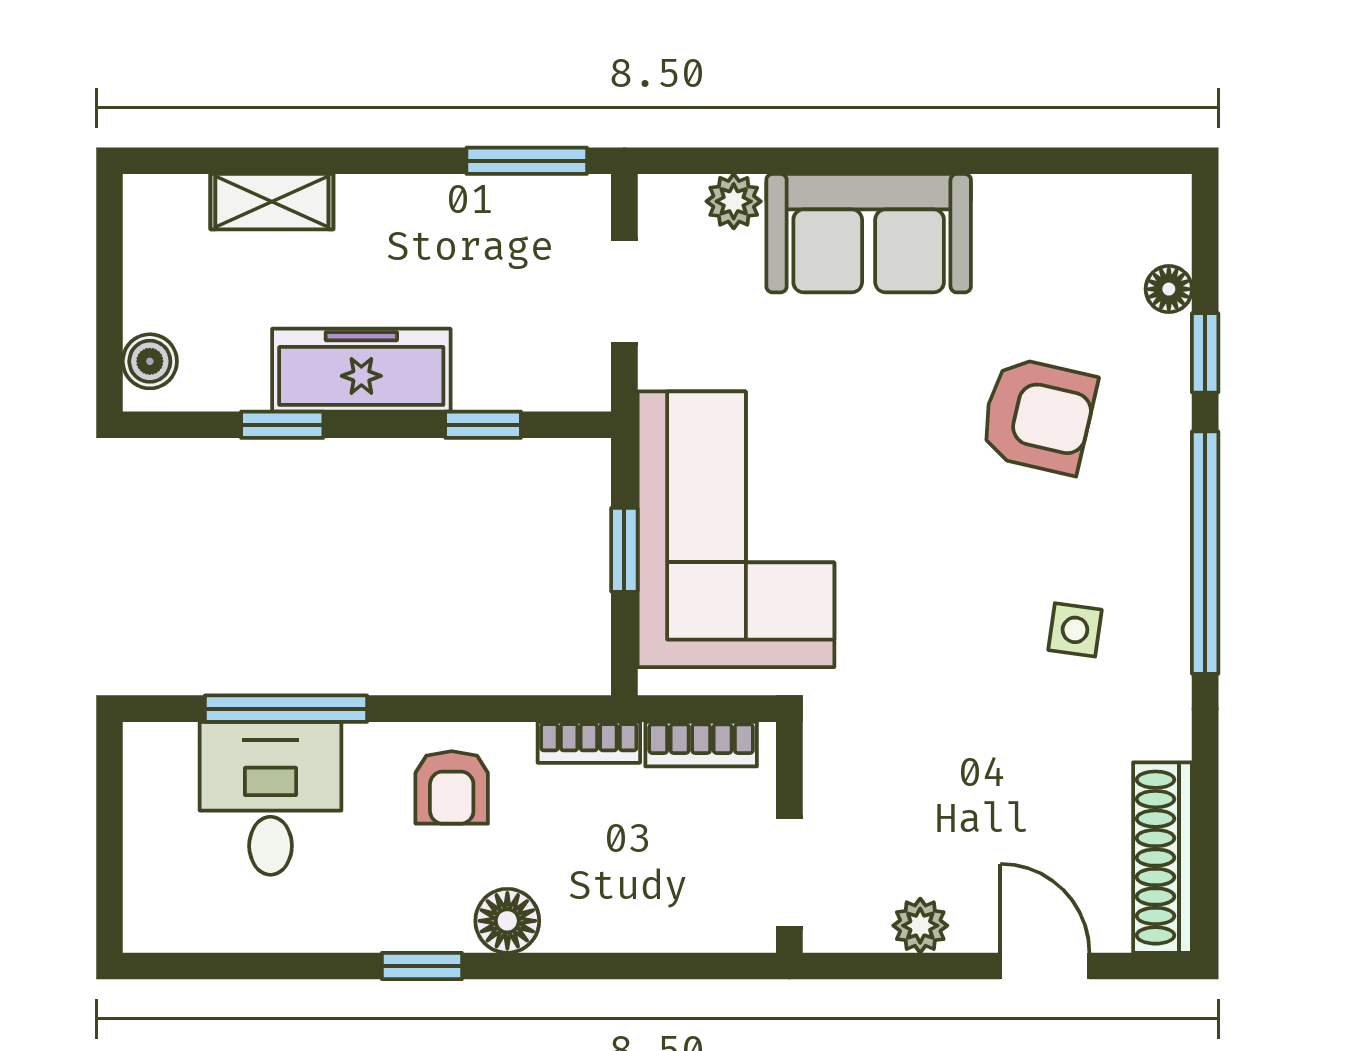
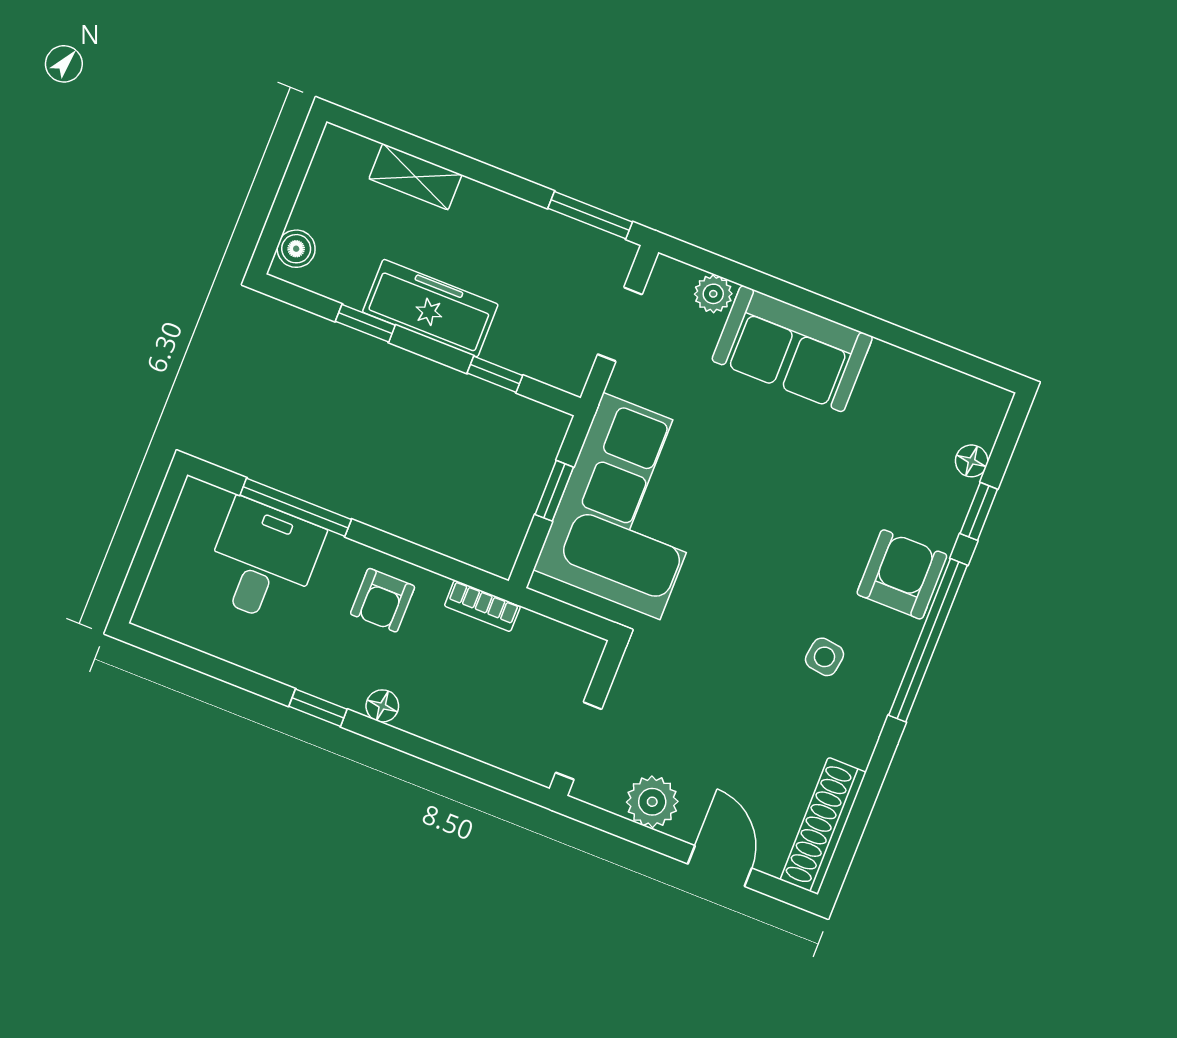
armchair: (1038, 416) -> (902, 574), moved, turned -103
bookcase: (701, 744) -> (554, 636), removed
floor lamp: (507, 921) -> (382, 706), width x0.73, depth x0.73
plant: (920, 926) -> (652, 802), width x1.38, depth x1.38

